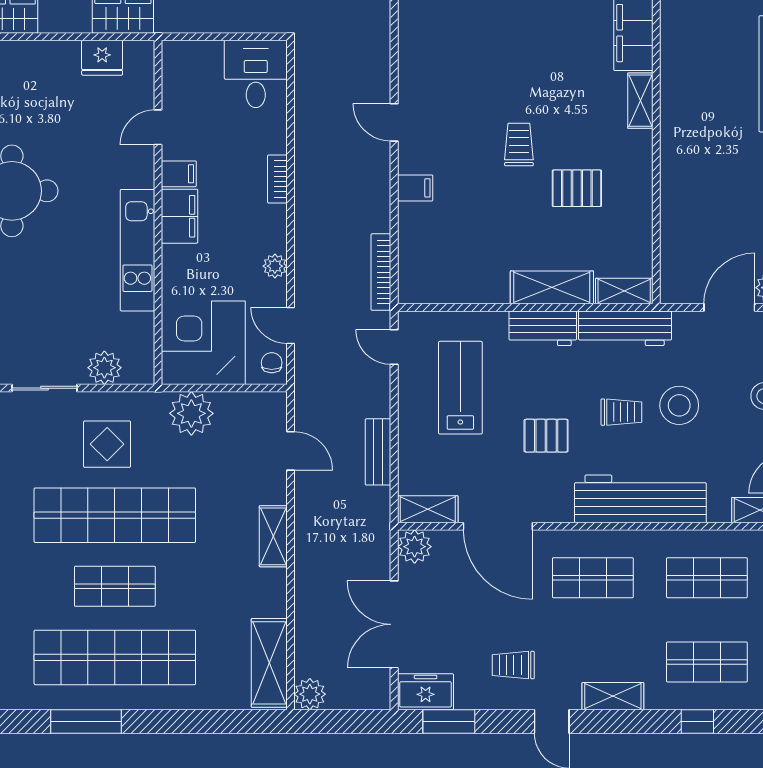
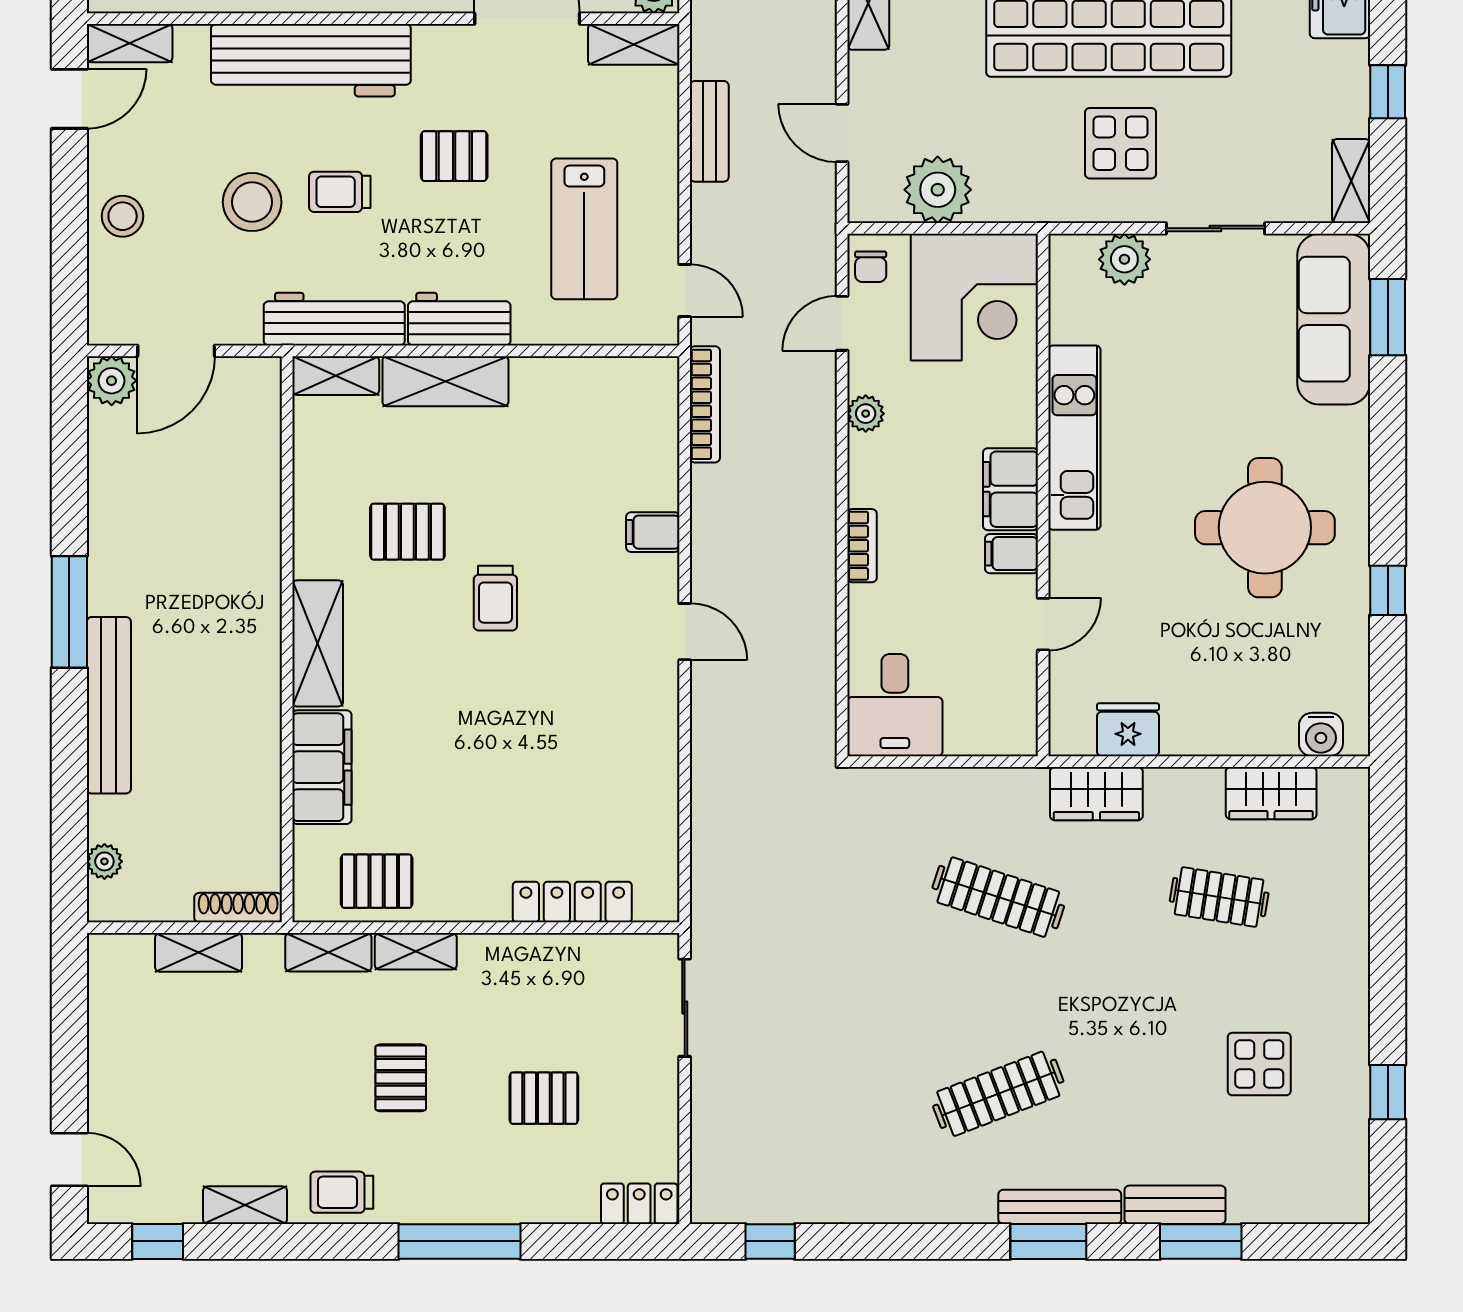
shelving: (640, 101) -> (318, 643), width x1.50, depth x1.33
door: (290, 325) -> (842, 323), swing flipped
plant: (191, 413) -> (938, 190), moved

